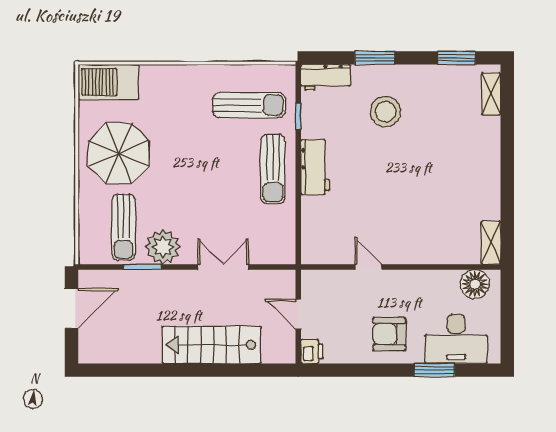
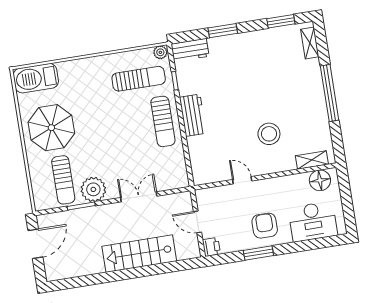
plant: (285, 74) -> (160, 52), added
stool: (385, 112) -> (269, 134), moved
window: (507, 167) -> (330, 93), added
shelving: (491, 243) -> (312, 160), moved, turned 90
armchair: (389, 334) -> (265, 226), turned 90
window: (434, 370) -> (258, 253), moved

